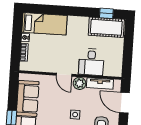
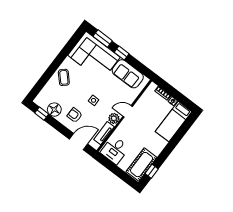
desk: (91, 62) -> (115, 150), moved, turned -90

